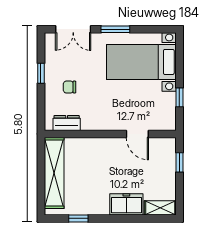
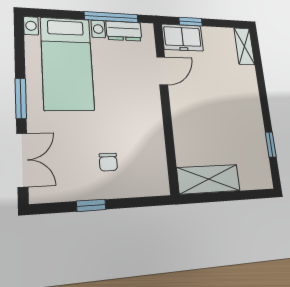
window: (179, 97) -> (111, 17), width x2.17
dresser: (67, 123) -> (124, 31), moved, turned -90
shelving: (54, 173) -> (209, 179), width x0.68
freezer: (126, 204) -> (183, 38), moved, turned -90

